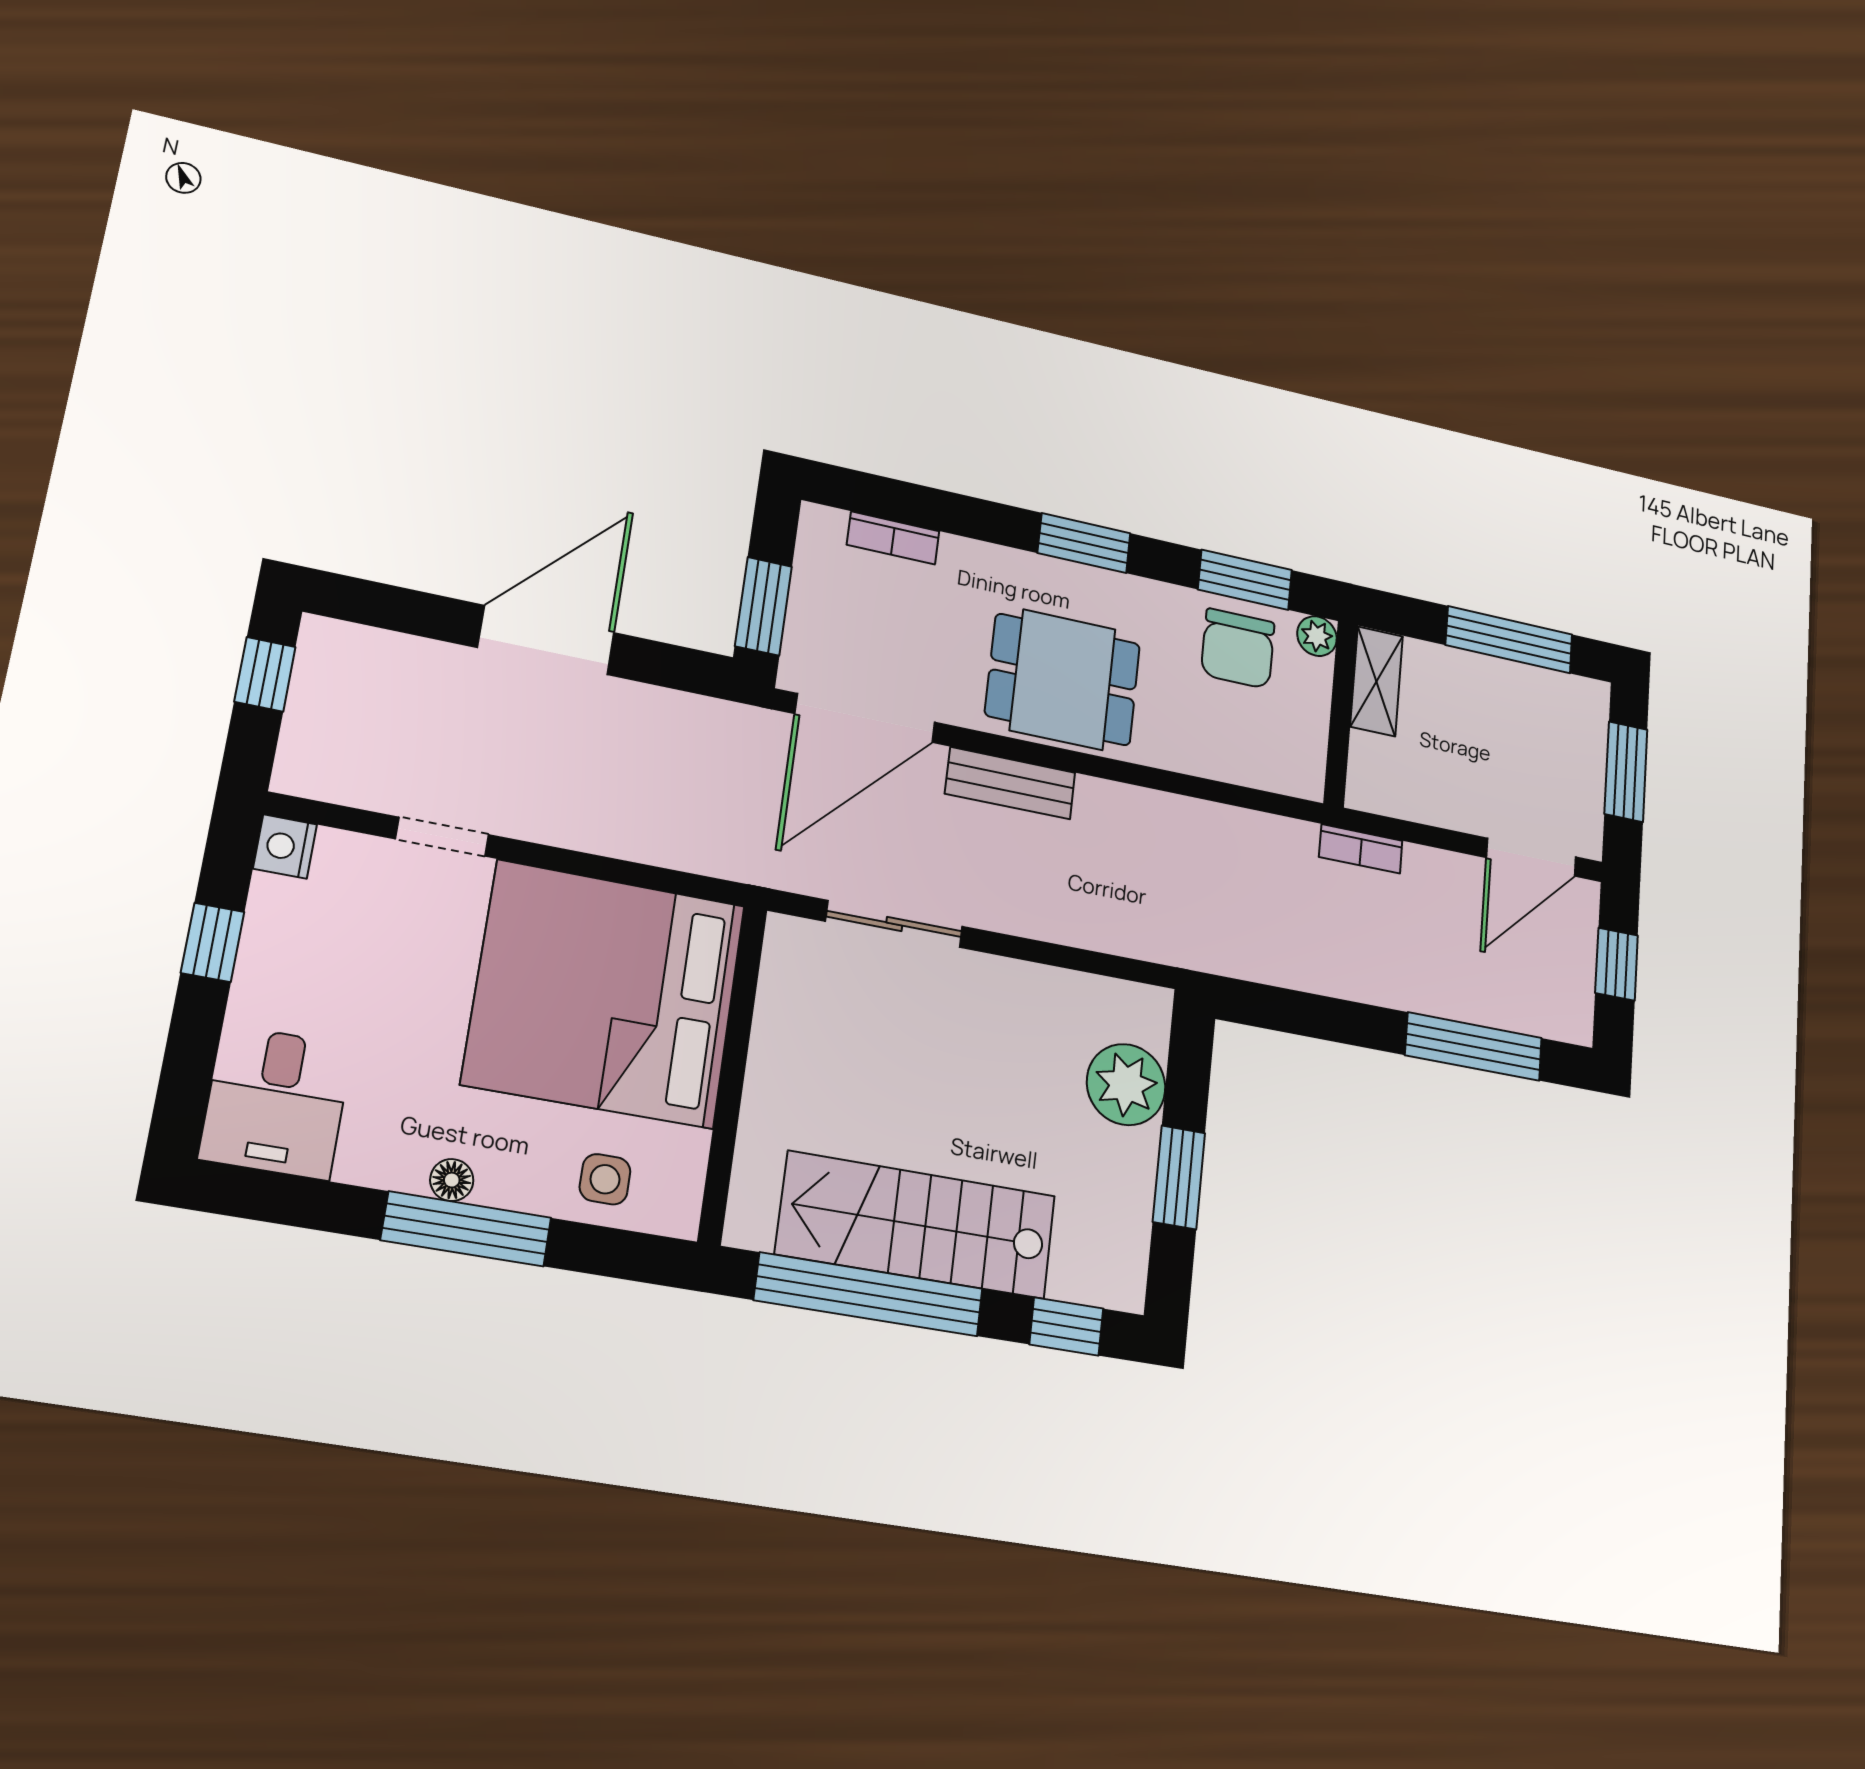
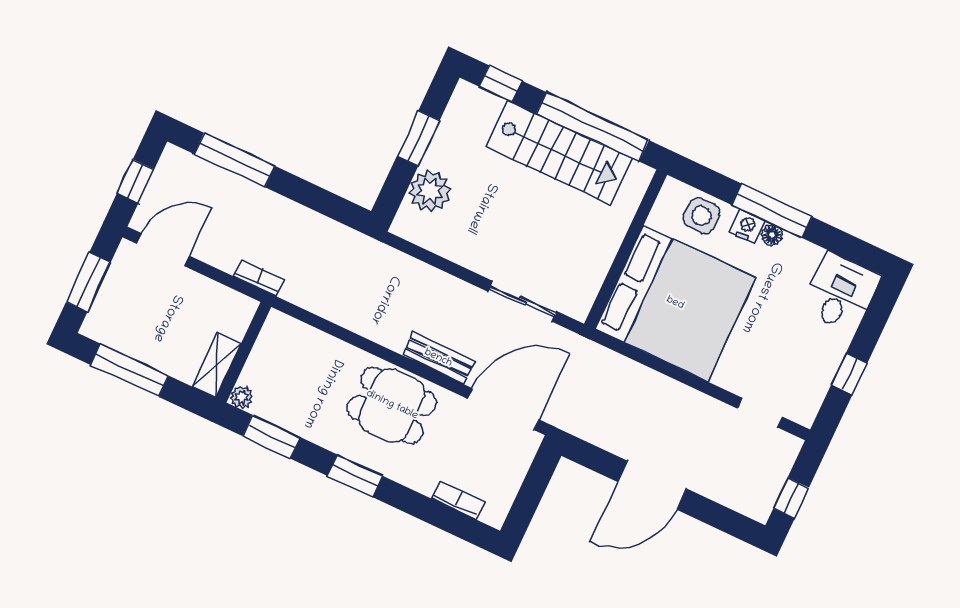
window: (763, 606) -> (538, 479), removed
chair: (1238, 649) -> (289, 400), removed
doorway: (442, 837) -> (760, 413), moved
nightstand: (285, 847) -> (747, 226), moved, turned -90
side table: (605, 1179) -> (701, 216), width x1.37, depth x1.37

